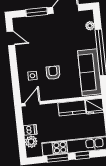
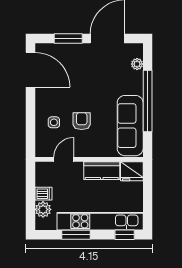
door: (11, 38) -> (30, 70), width x1.88
door: (33, 104) -> (64, 159), moved
window: (82, 155) -> (125, 235), moved

